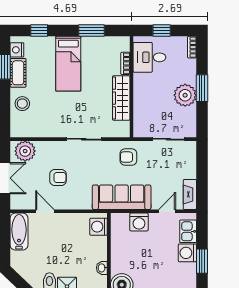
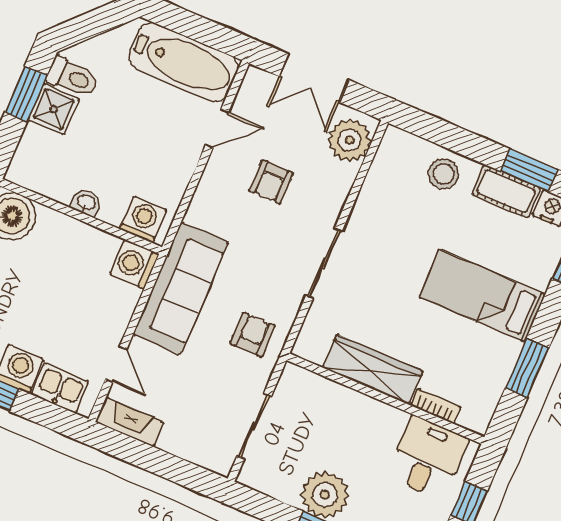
washing machine: (139, 222) -> (134, 264), moved
bathtub: (19, 232) -> (183, 62), width x1.36, depth x1.36
washbasin: (102, 268) -> (86, 203), moved

